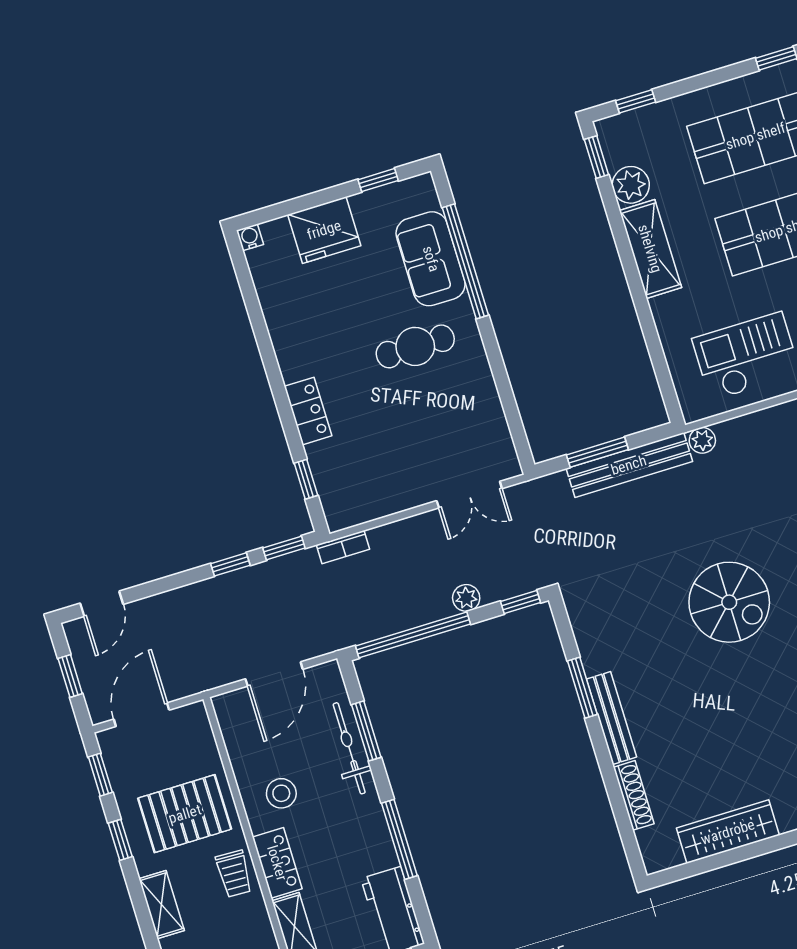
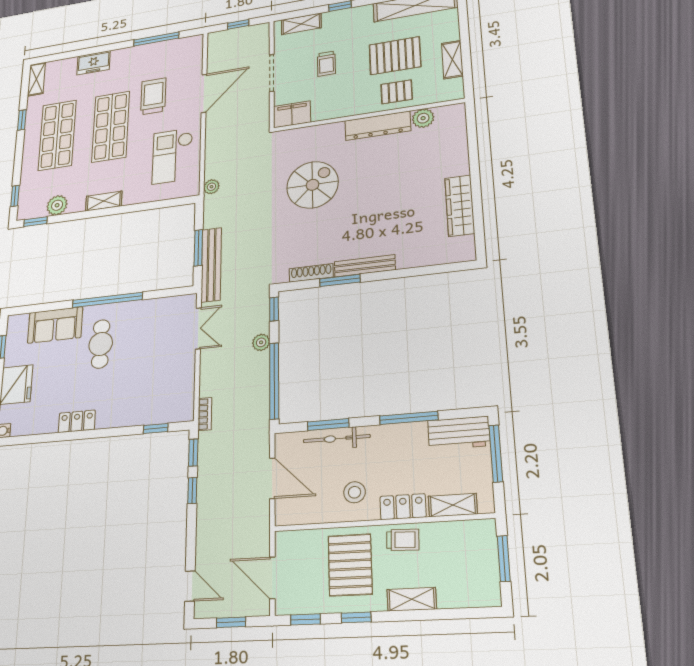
shelving: (650, 249) -> (104, 201), width x0.67, depth x0.75
window: (465, 261) -> (107, 300), moved
locker: (308, 411) -> (77, 421), moved
bench: (629, 465) -> (211, 265), moved
shoe rack: (634, 795) -> (311, 273), moved

